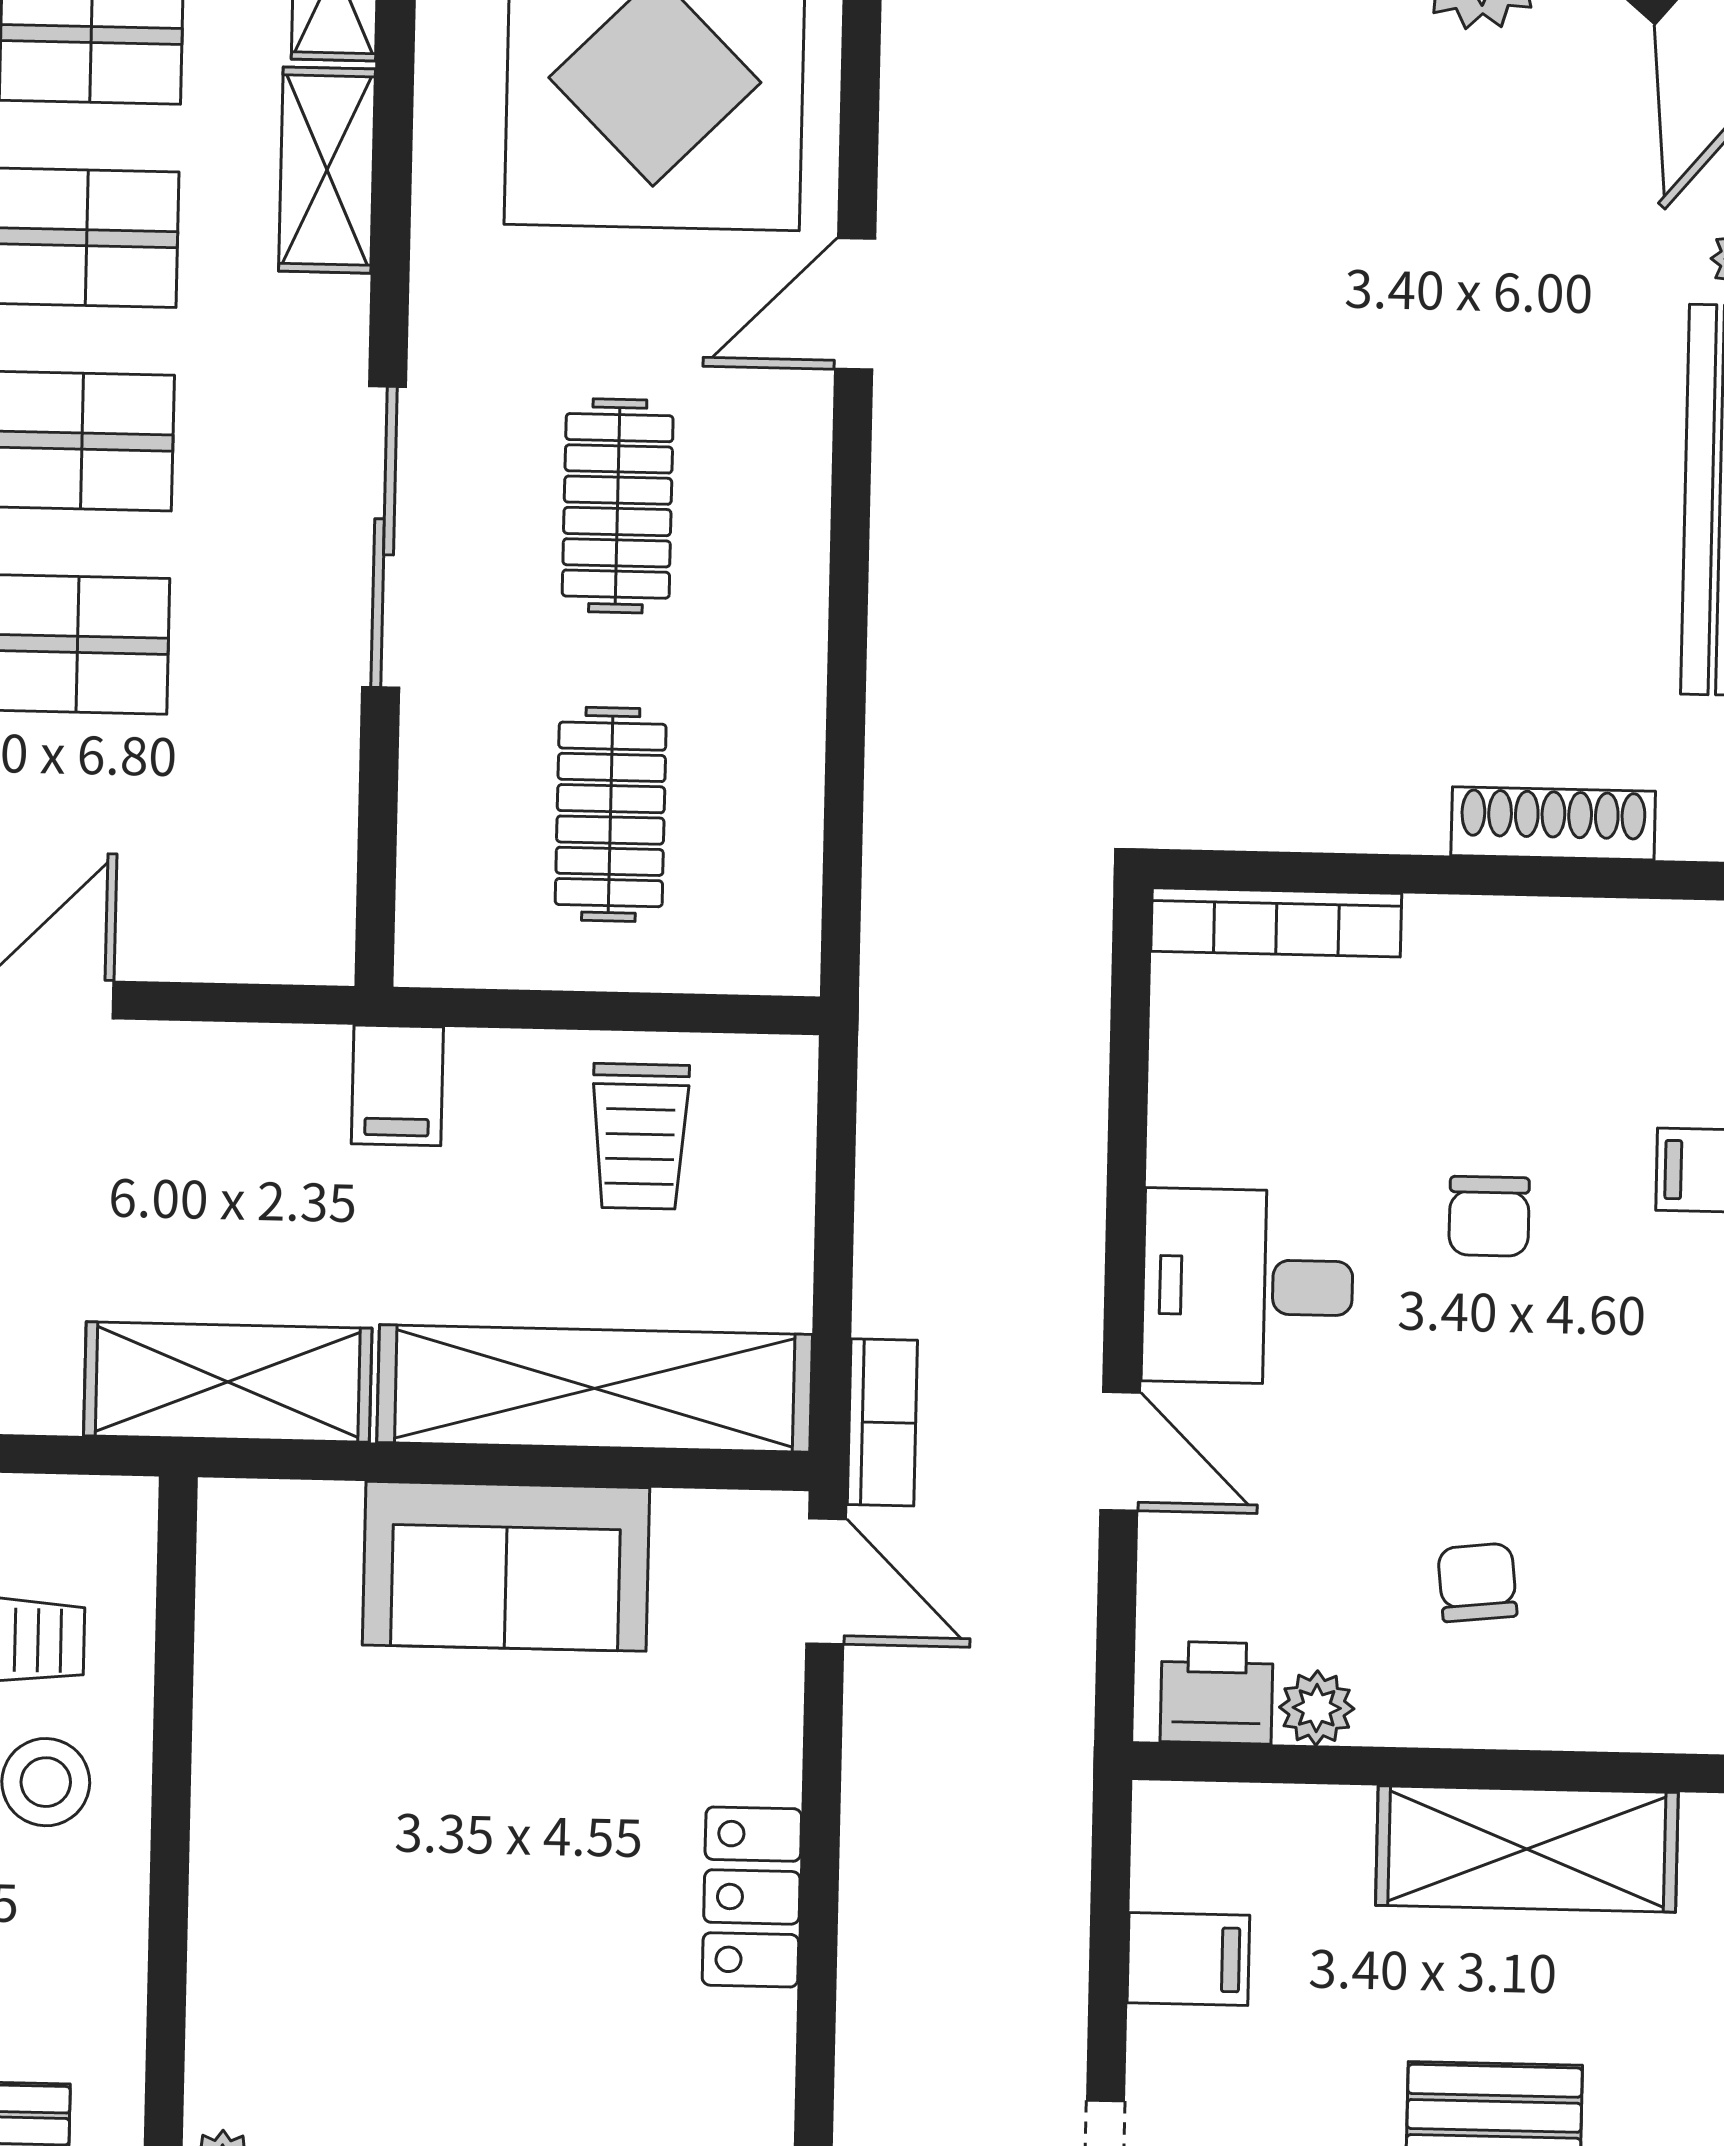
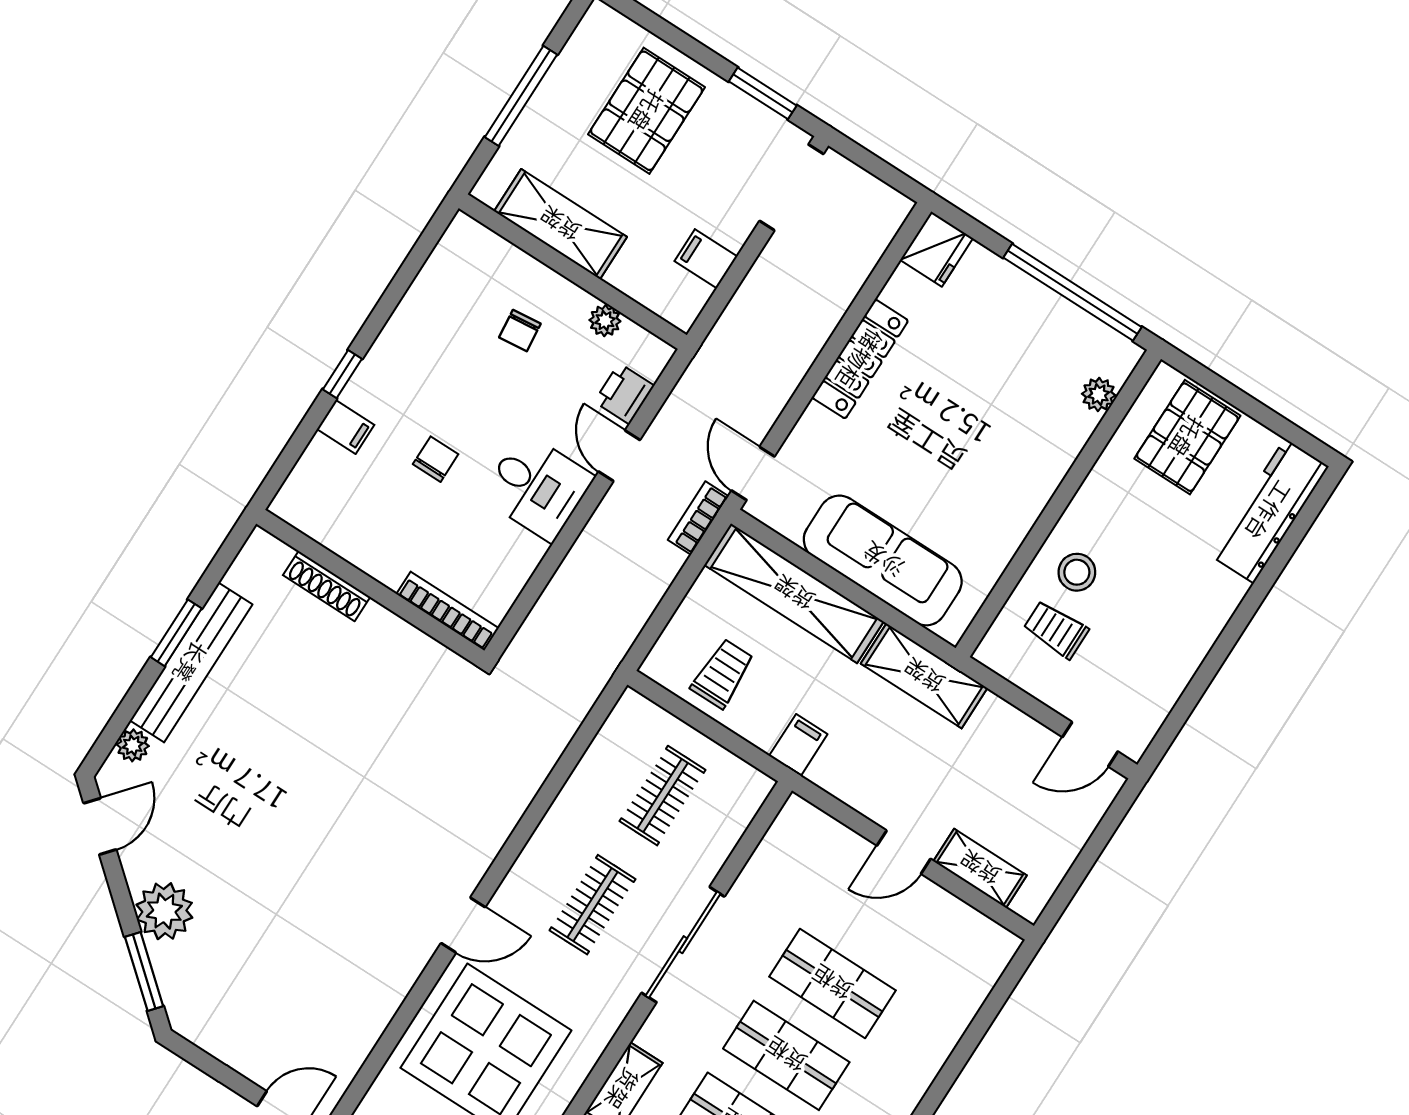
sofa: (506, 1566) -> (883, 560), width x1.36
printer: (1217, 1693) -> (624, 394), moved, turned 90
locker: (752, 1897) -> (860, 359), width x1.53

